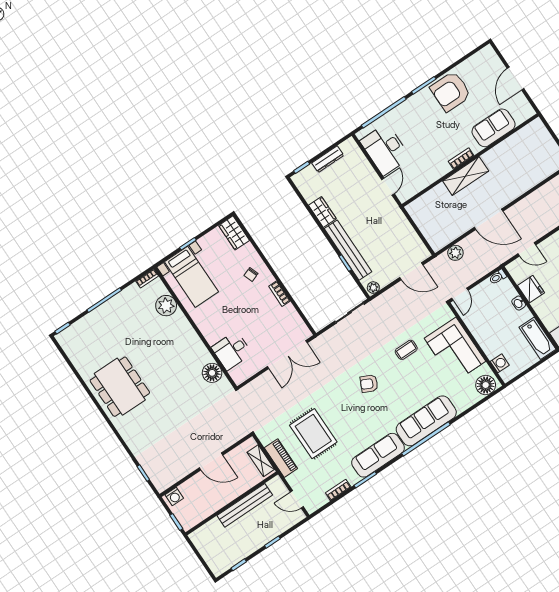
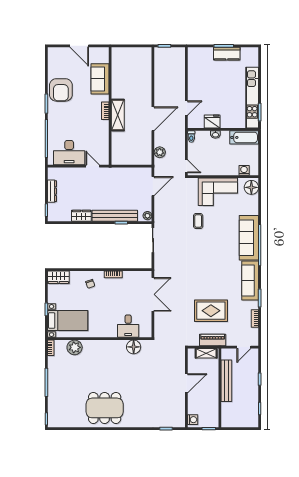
armchair: (369, 384) -> (203, 257), removed

